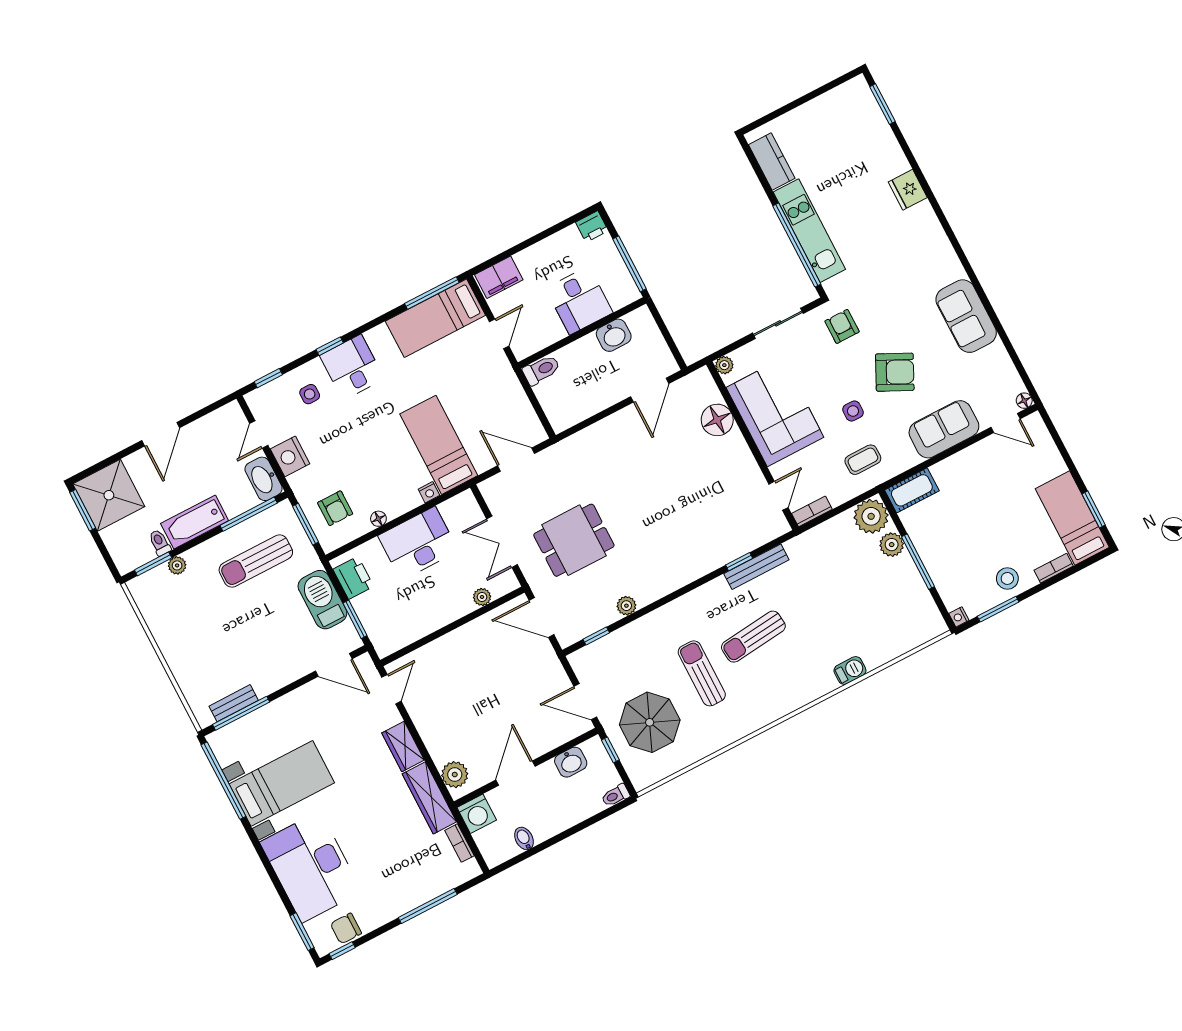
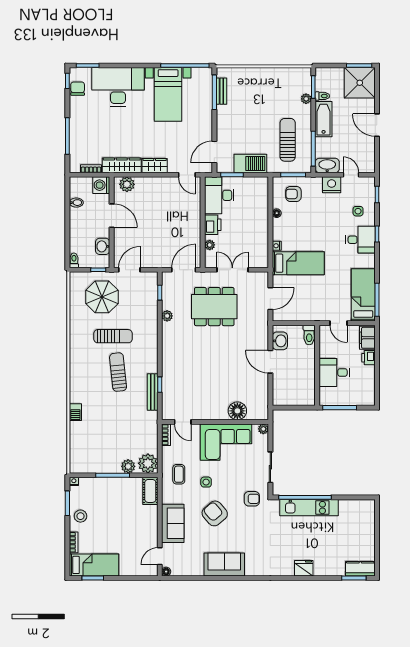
kitchen counter: (772, 161) -> (360, 569), moved, turned 180
printer: (592, 227) -> (368, 358), moved
washbasin: (614, 335) -> (280, 341), moved, turned 180
armchair: (895, 372) -> (215, 513), turned 113
door: (650, 390) -> (270, 362), moved
dining table: (574, 540) -> (214, 307), width x1.38
desk: (418, 543) -> (219, 195), moved, turned 180
printer: (353, 578) -> (213, 225), moved, turned -90

